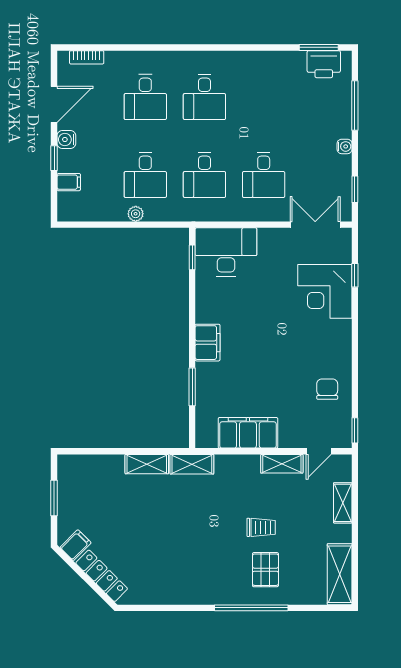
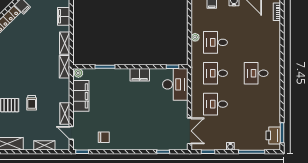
desk: (145, 97) -> (256, 42), removed
corner desk: (325, 291) -> (155, 136), removed
filing cabinet: (208, 343) -> (140, 75), moved
plant: (204, 438) -> (78, 73), added
filing cabinet: (95, 466) -> (64, 16), added

